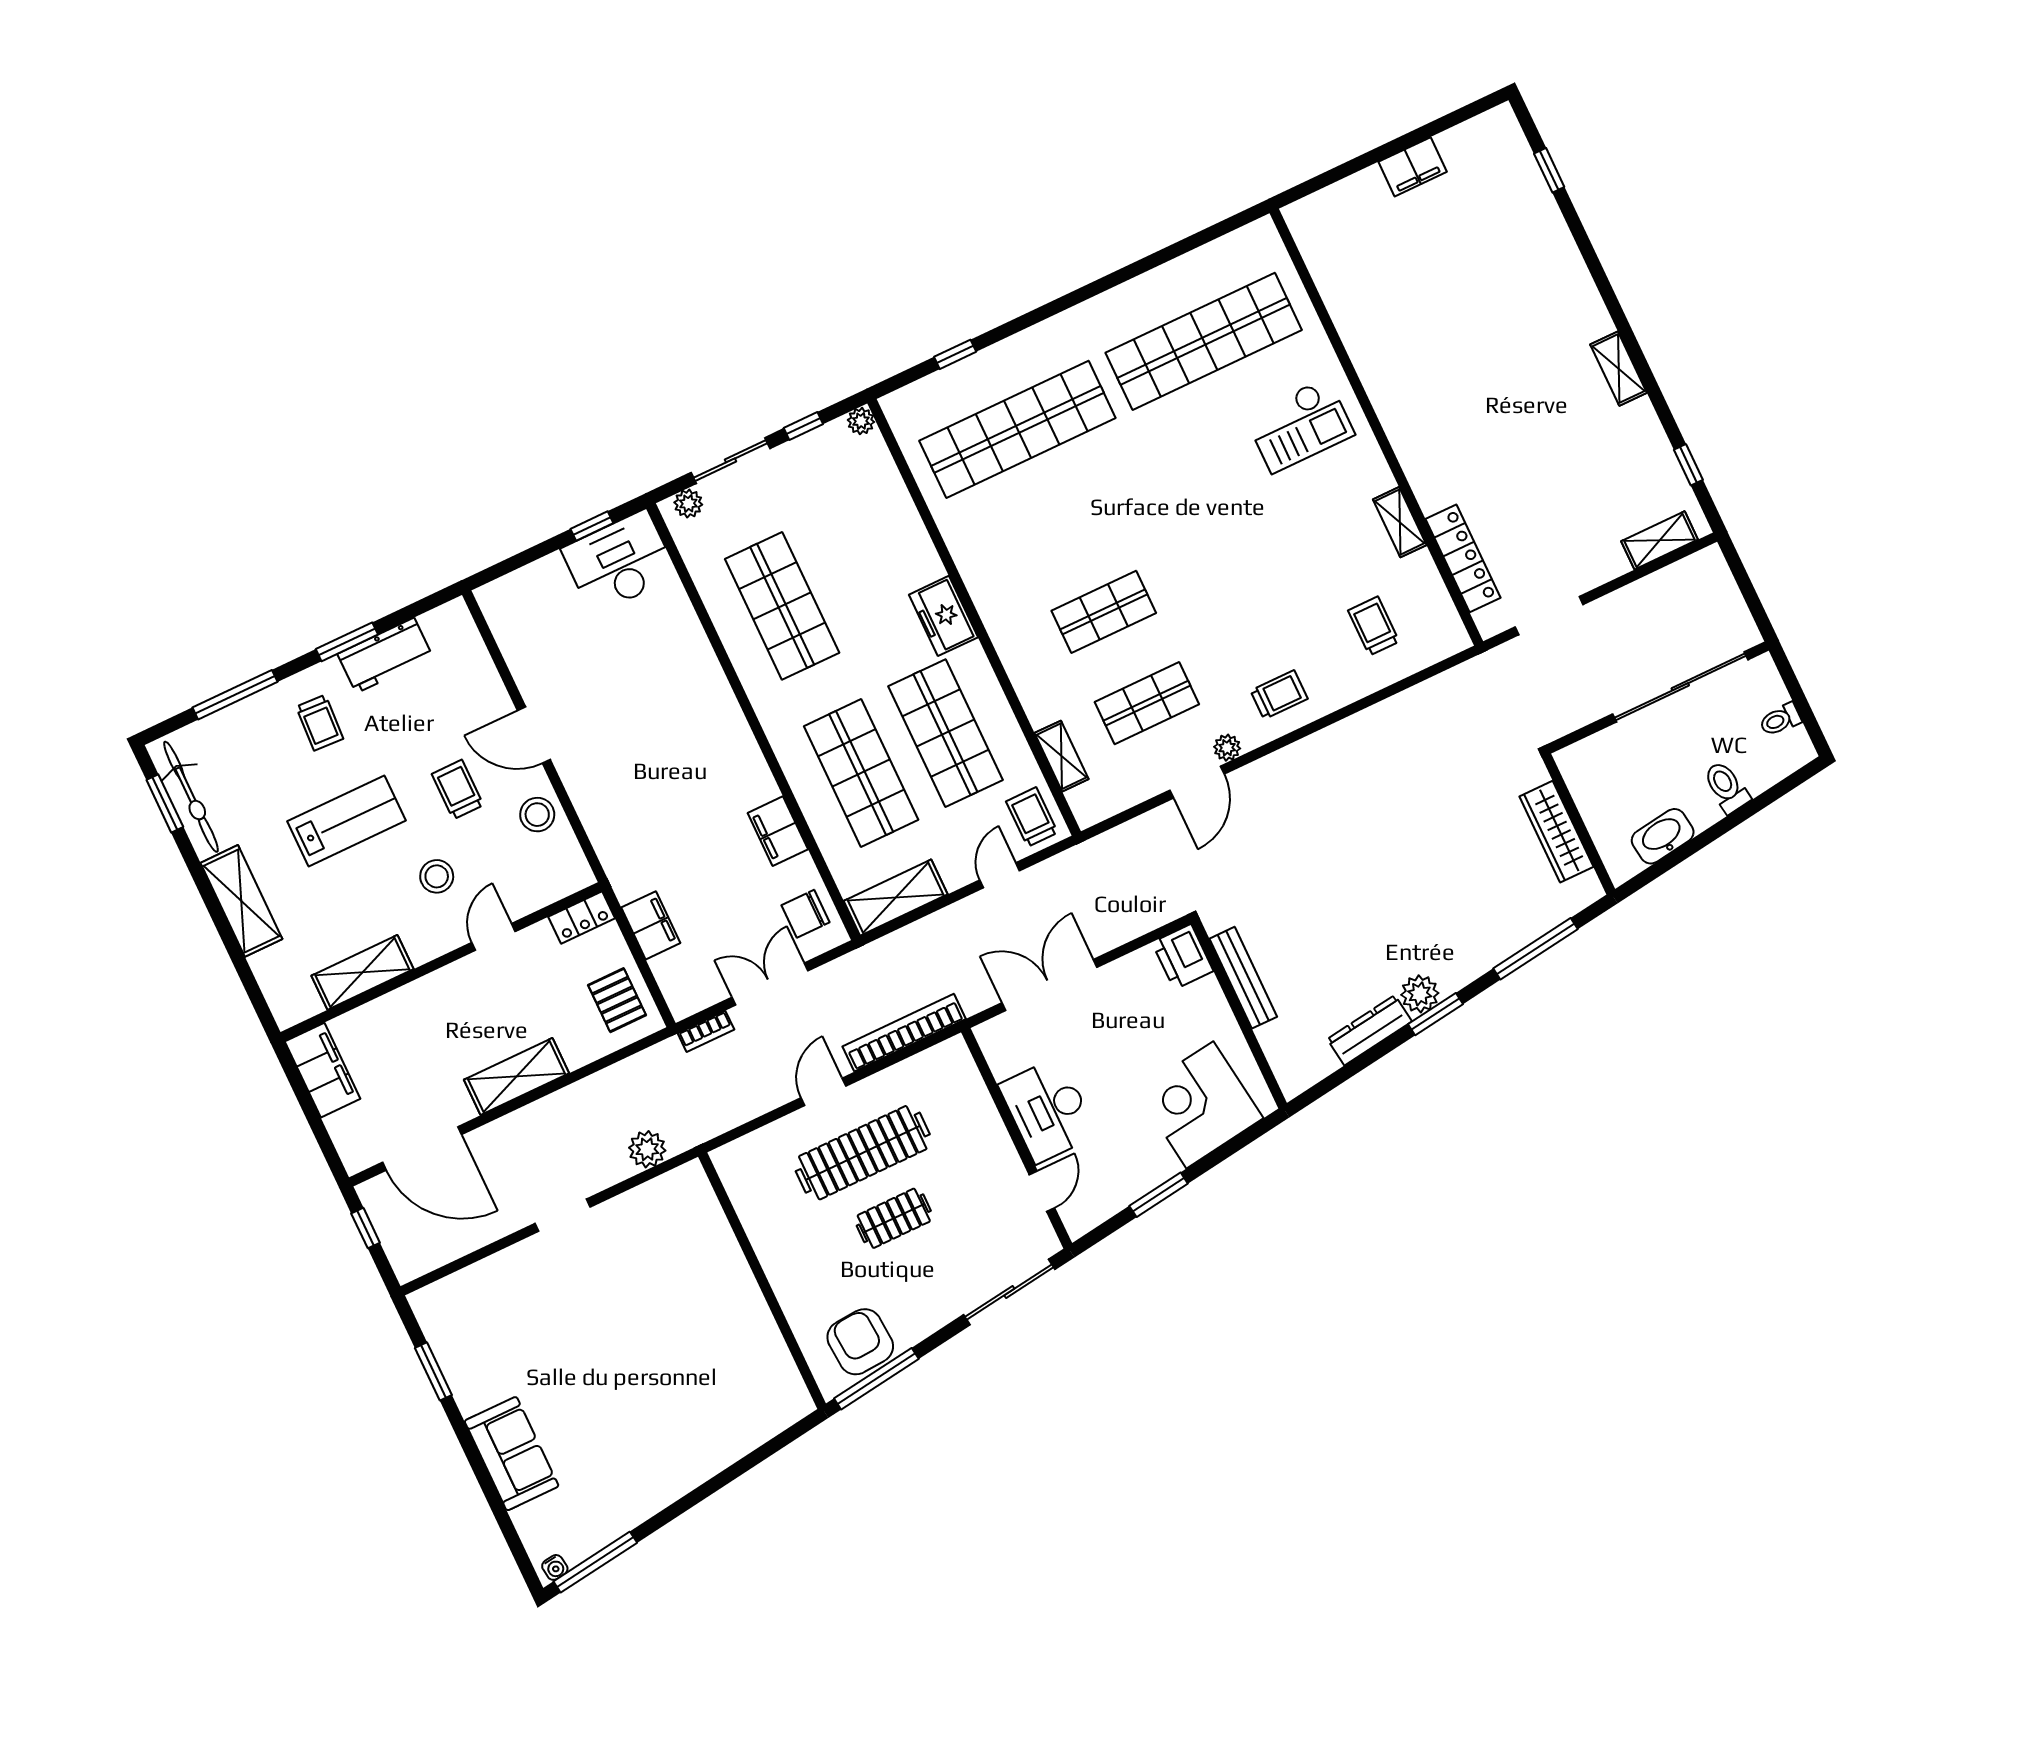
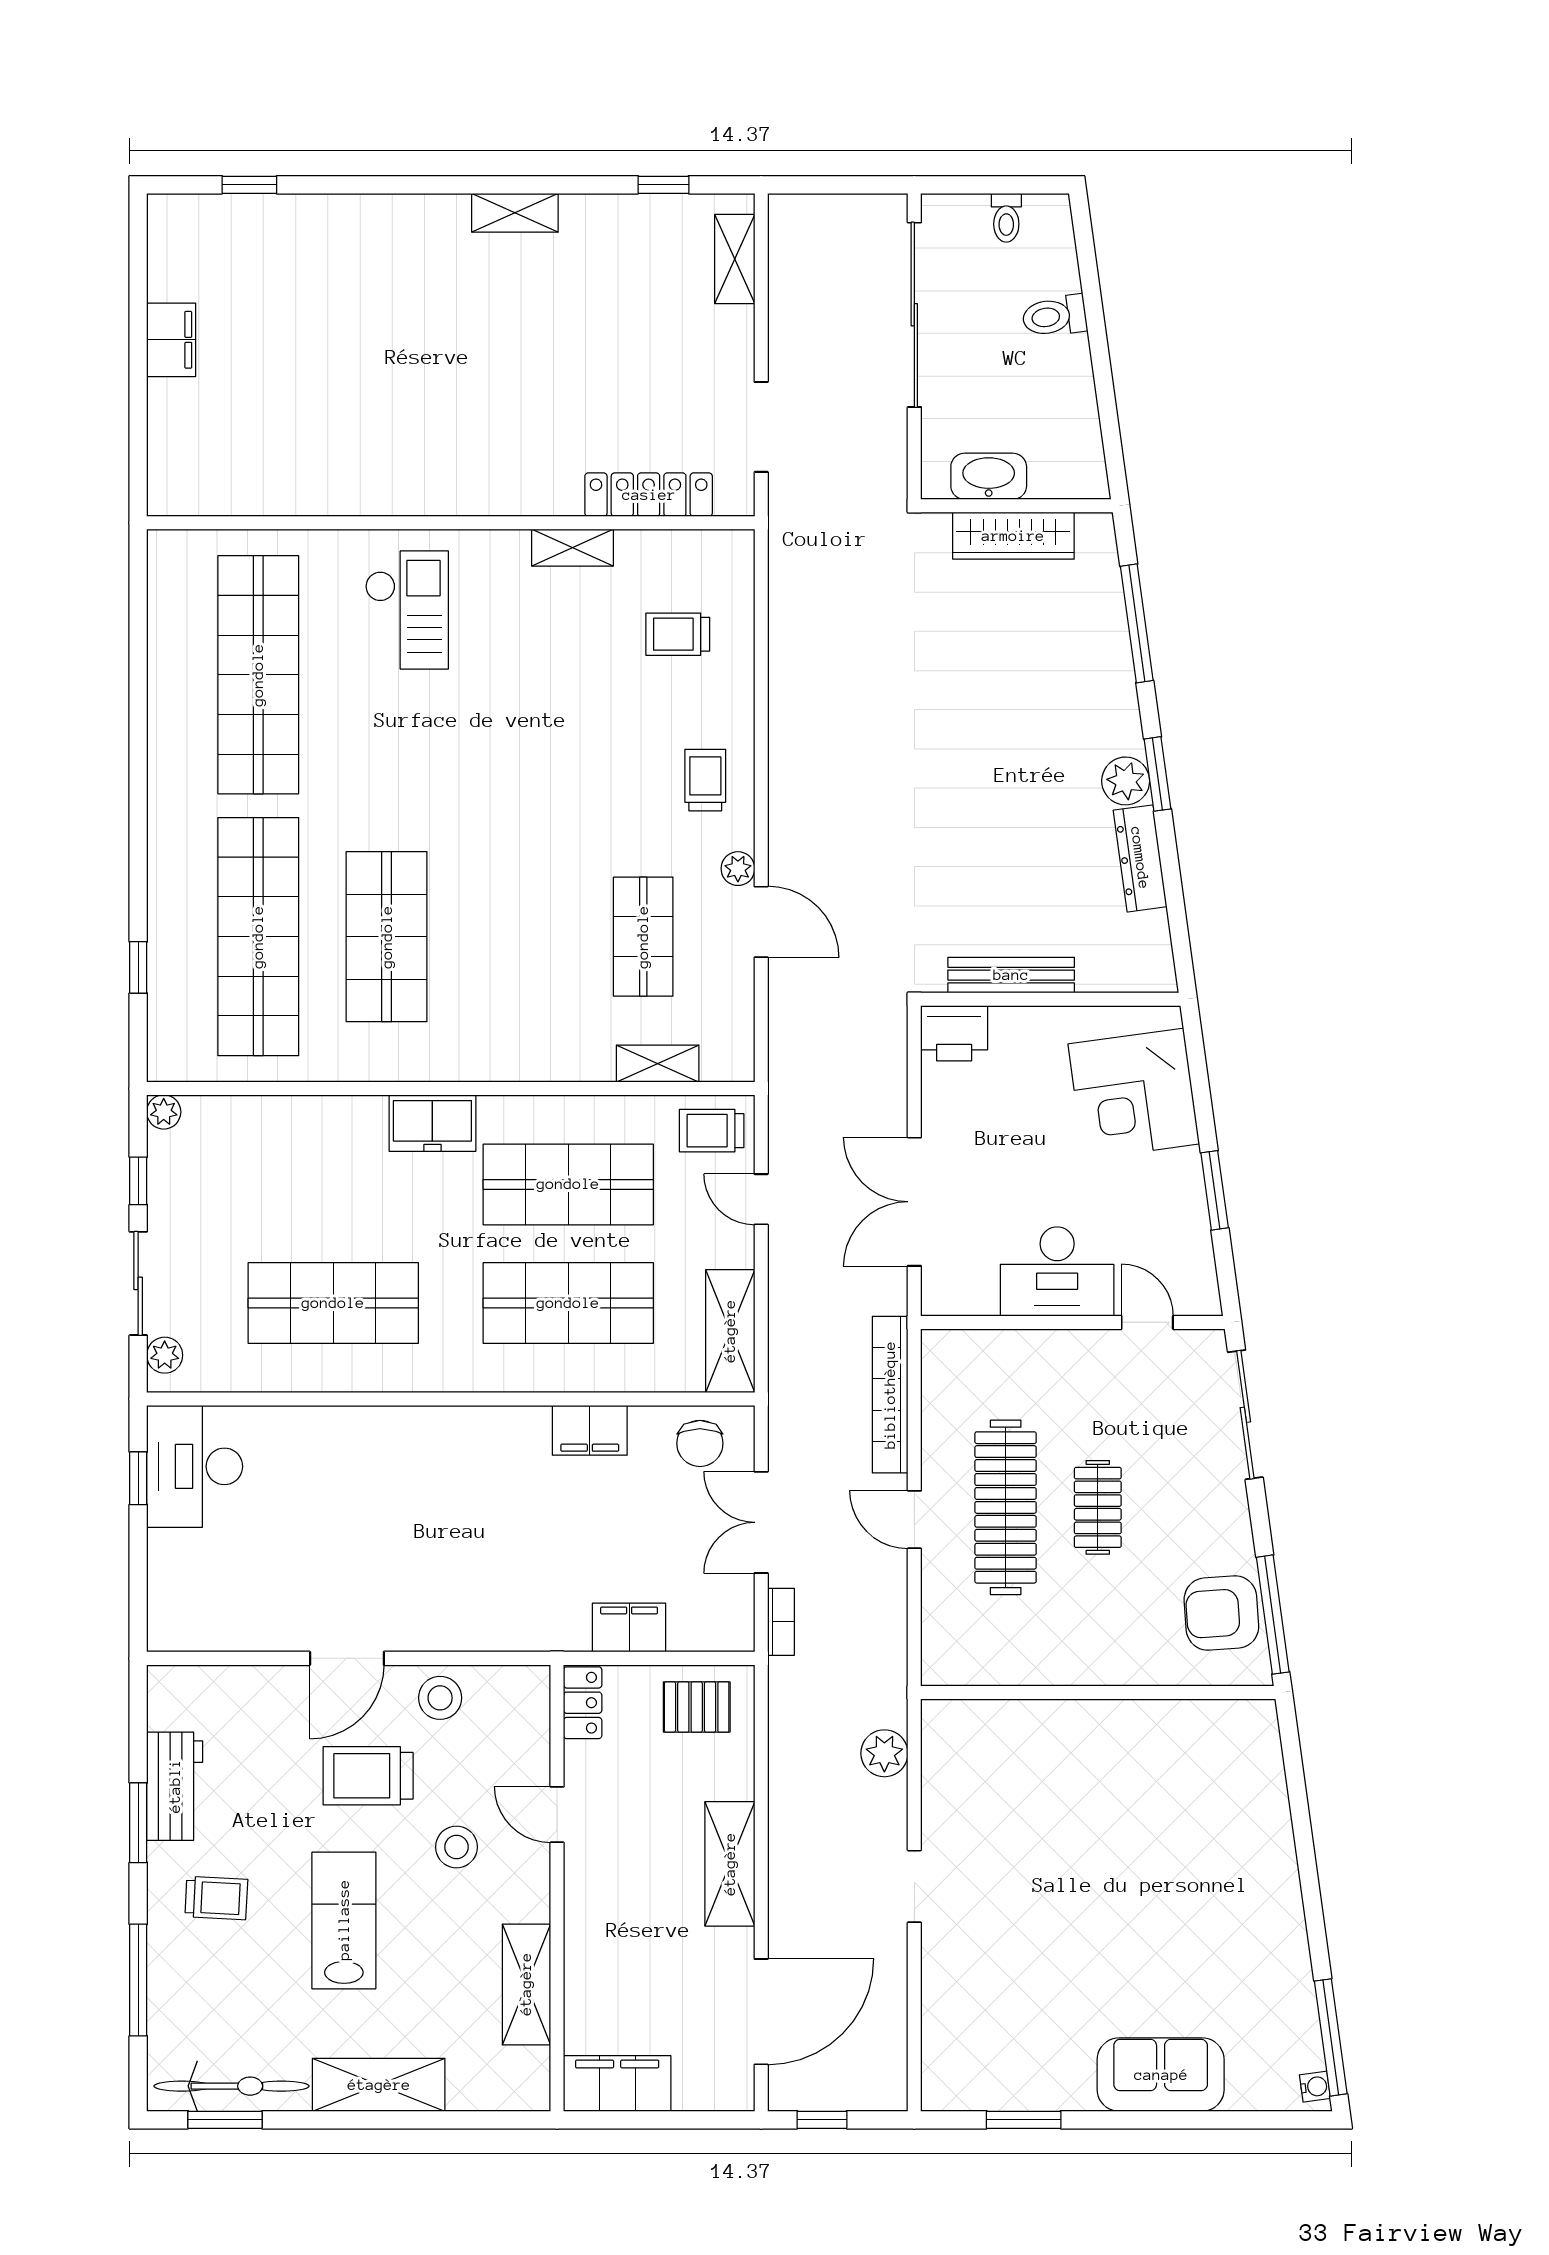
shop shelf: (1104, 612) -> (387, 937), moved, width x1.43, depth x1.36
trolley: (458, 790) -> (368, 1776), width x1.36, depth x1.39
washbasin: (1663, 836) -> (989, 476), moved, turned 98

